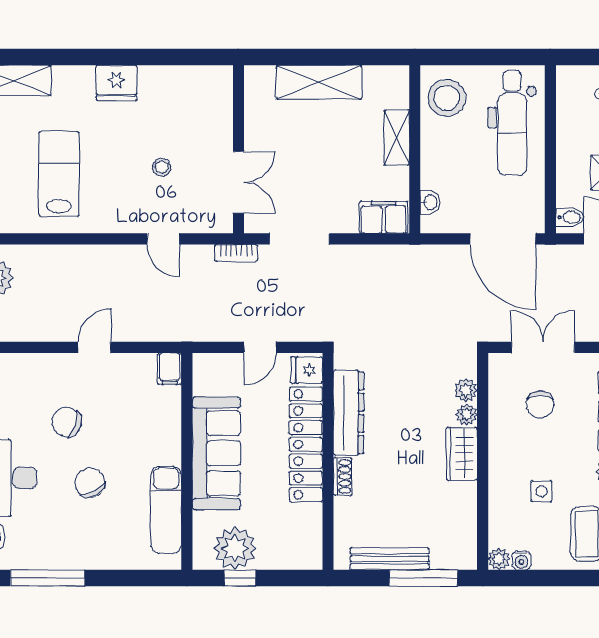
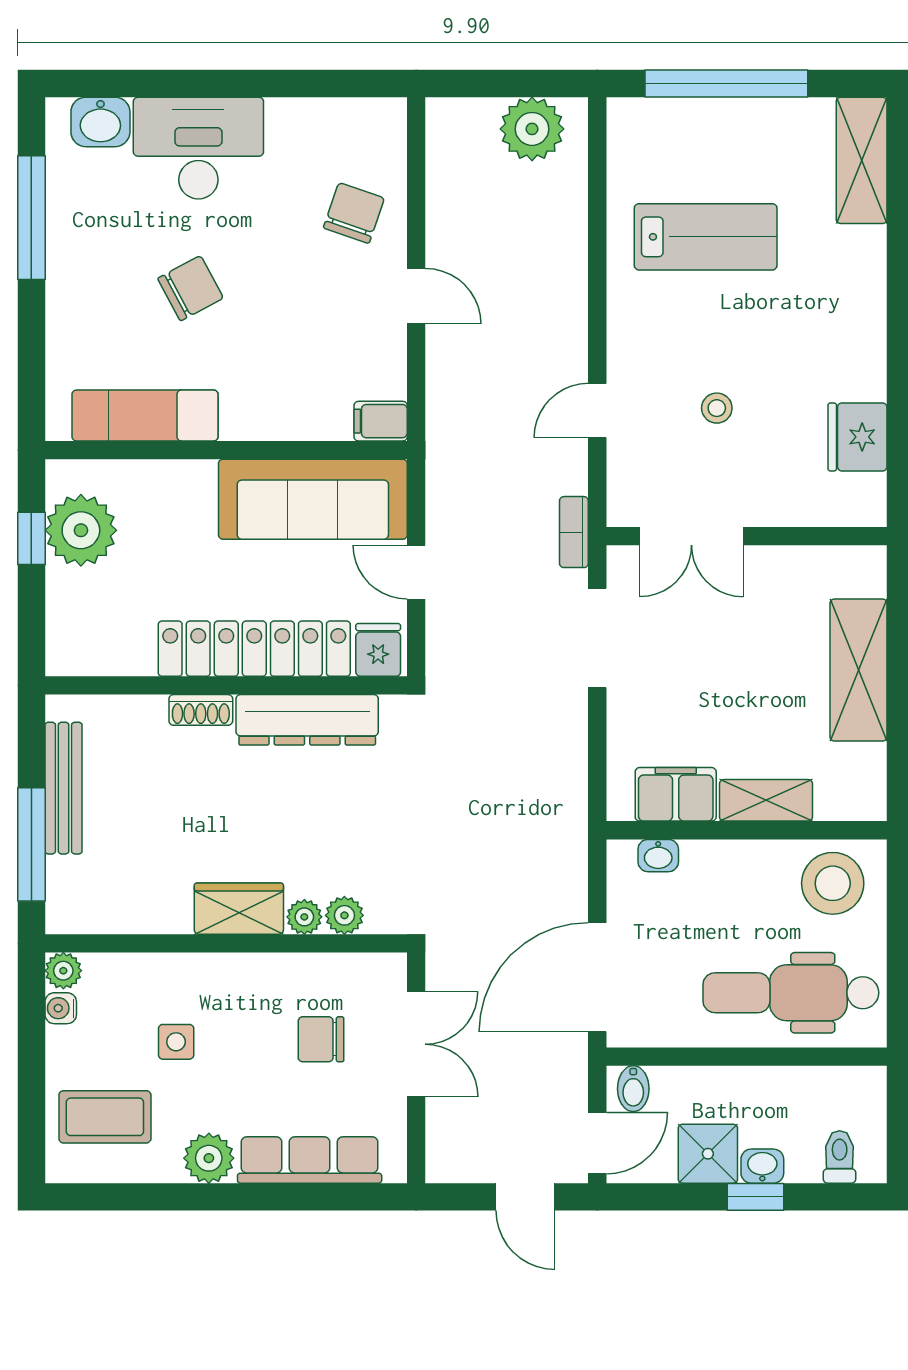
fridge: (117, 83) -> (858, 437), moved
filing cabinet: (384, 217) -> (676, 794), moved, turned -90
chair: (67, 422) -> (354, 213), moved
sofa: (216, 453) -> (313, 499), moved

